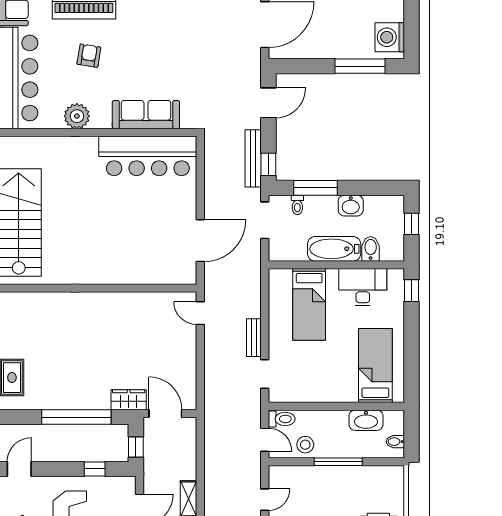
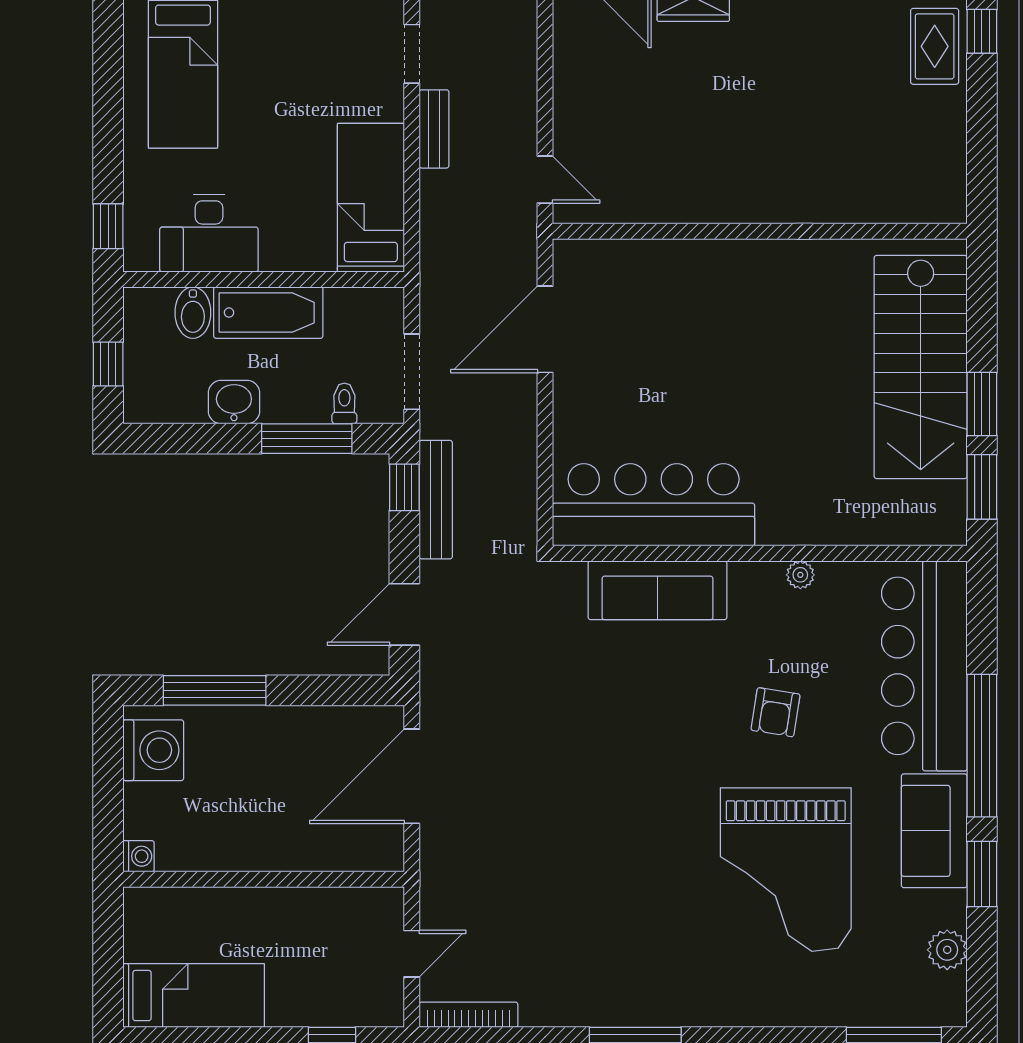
plant: (77, 116) -> (800, 575), width x0.53, depth x0.53
bed: (309, 304) -> (371, 198), moved

